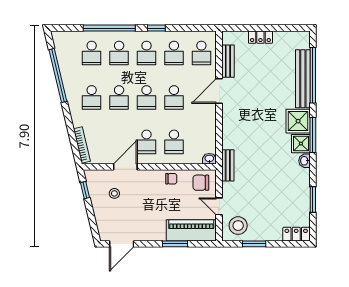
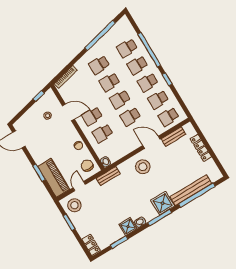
locker: (260, 37) -> (201, 148), width x1.53
stool: (242, 118) -> (143, 167), added
shower: (301, 144) -> (128, 227), moved

